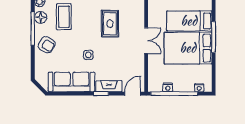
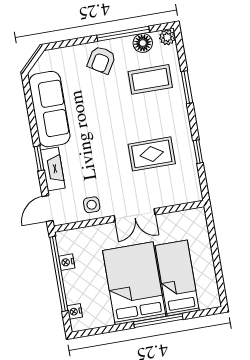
side table: (88, 55) -> (92, 205), moved
door: (133, 94) -> (48, 208), swing flipped

